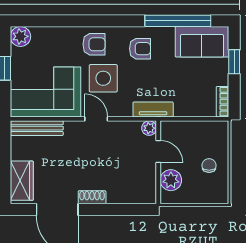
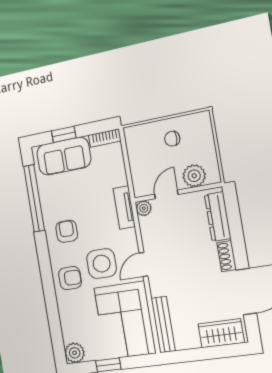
sofa: (202, 42) -> (64, 156), moved, turned 90
armchair: (94, 44) -> (70, 278), turned 90
dresser: (129, 195) -> (218, 217), added

